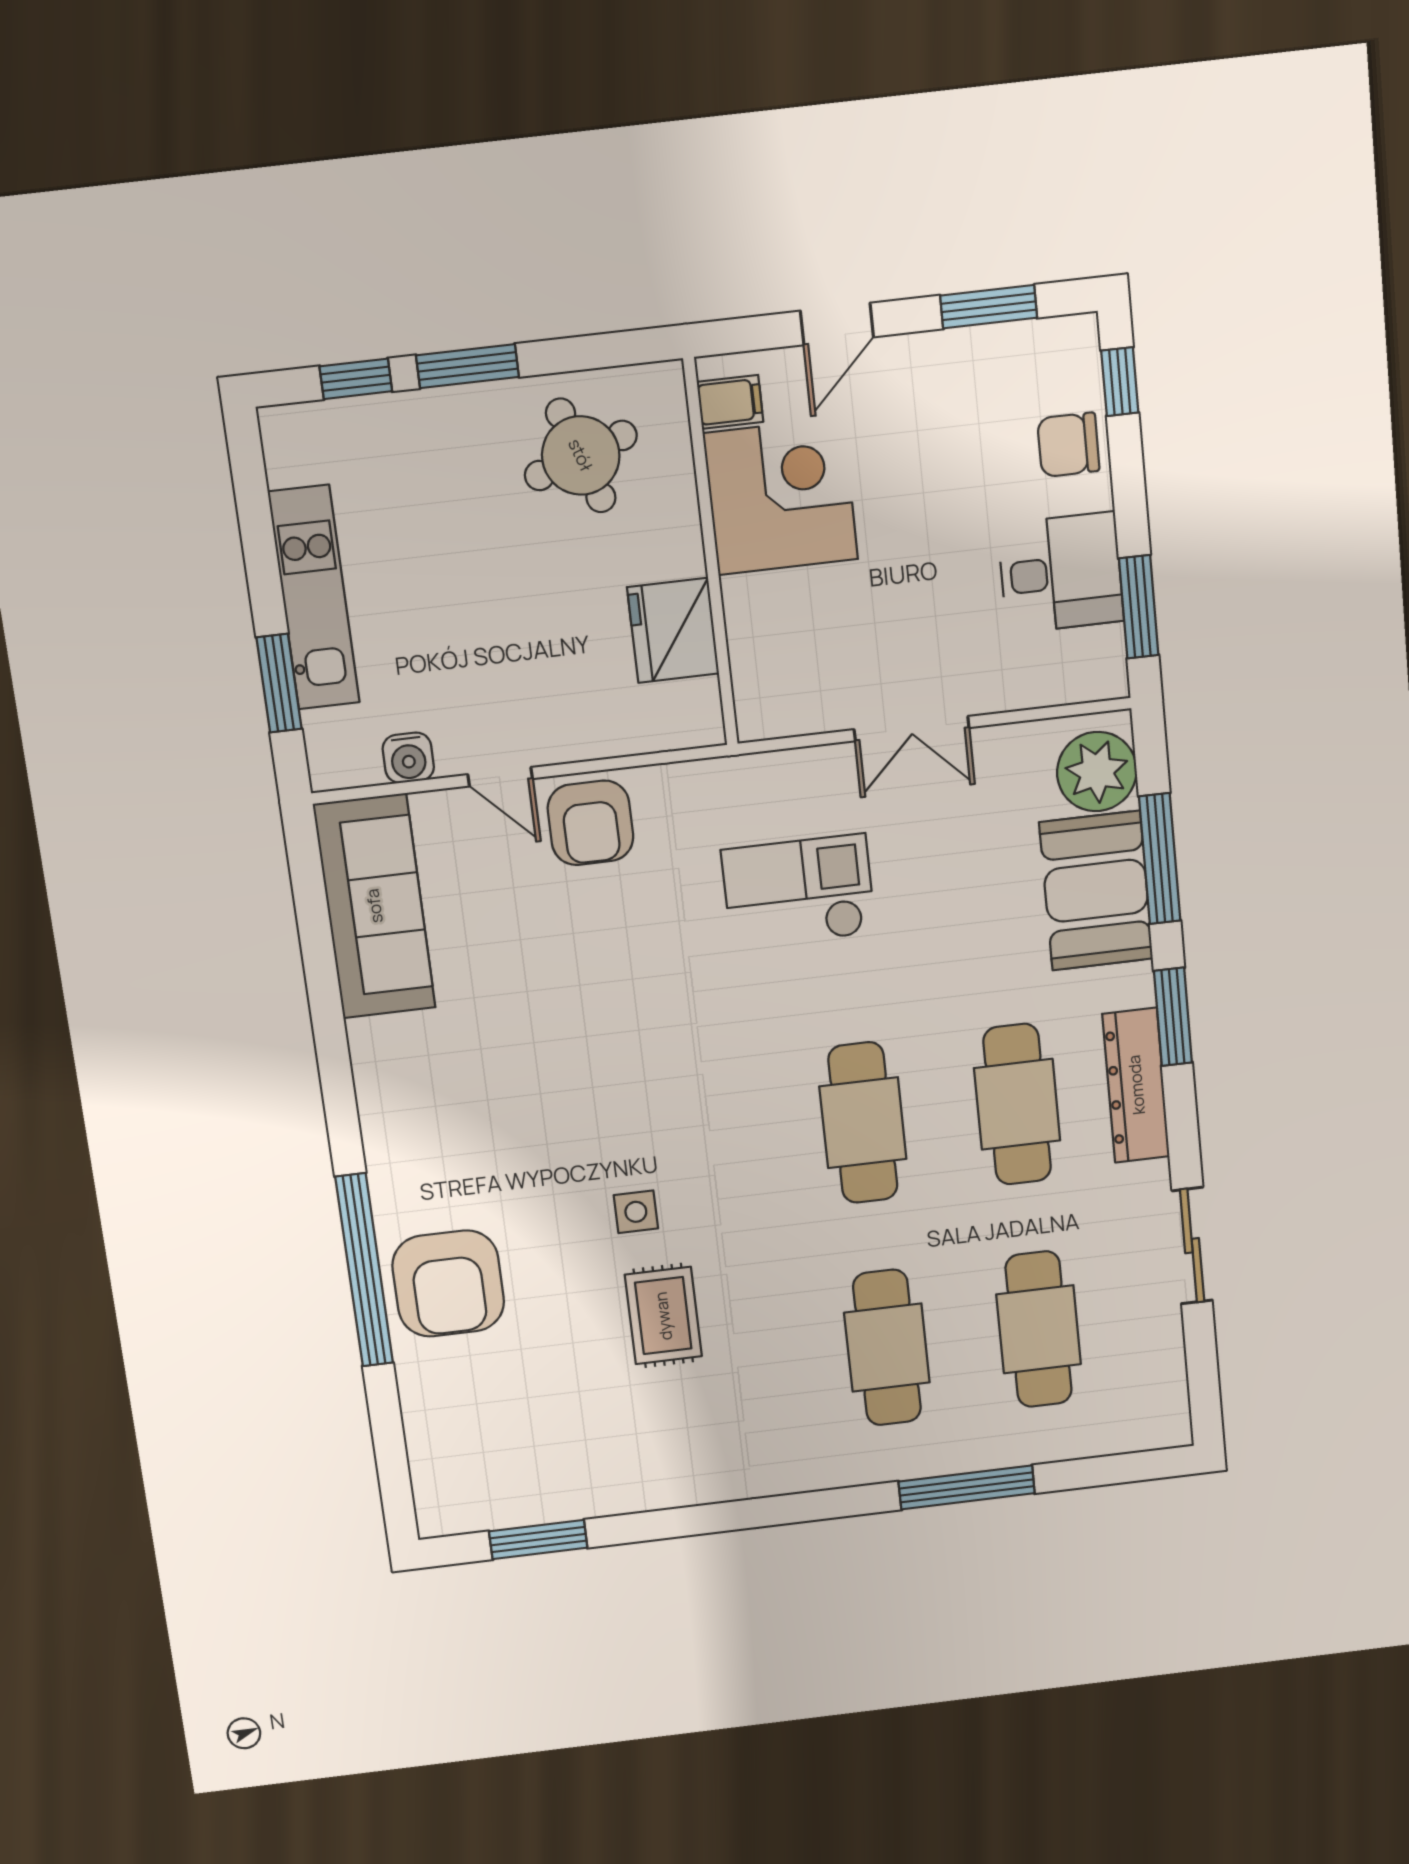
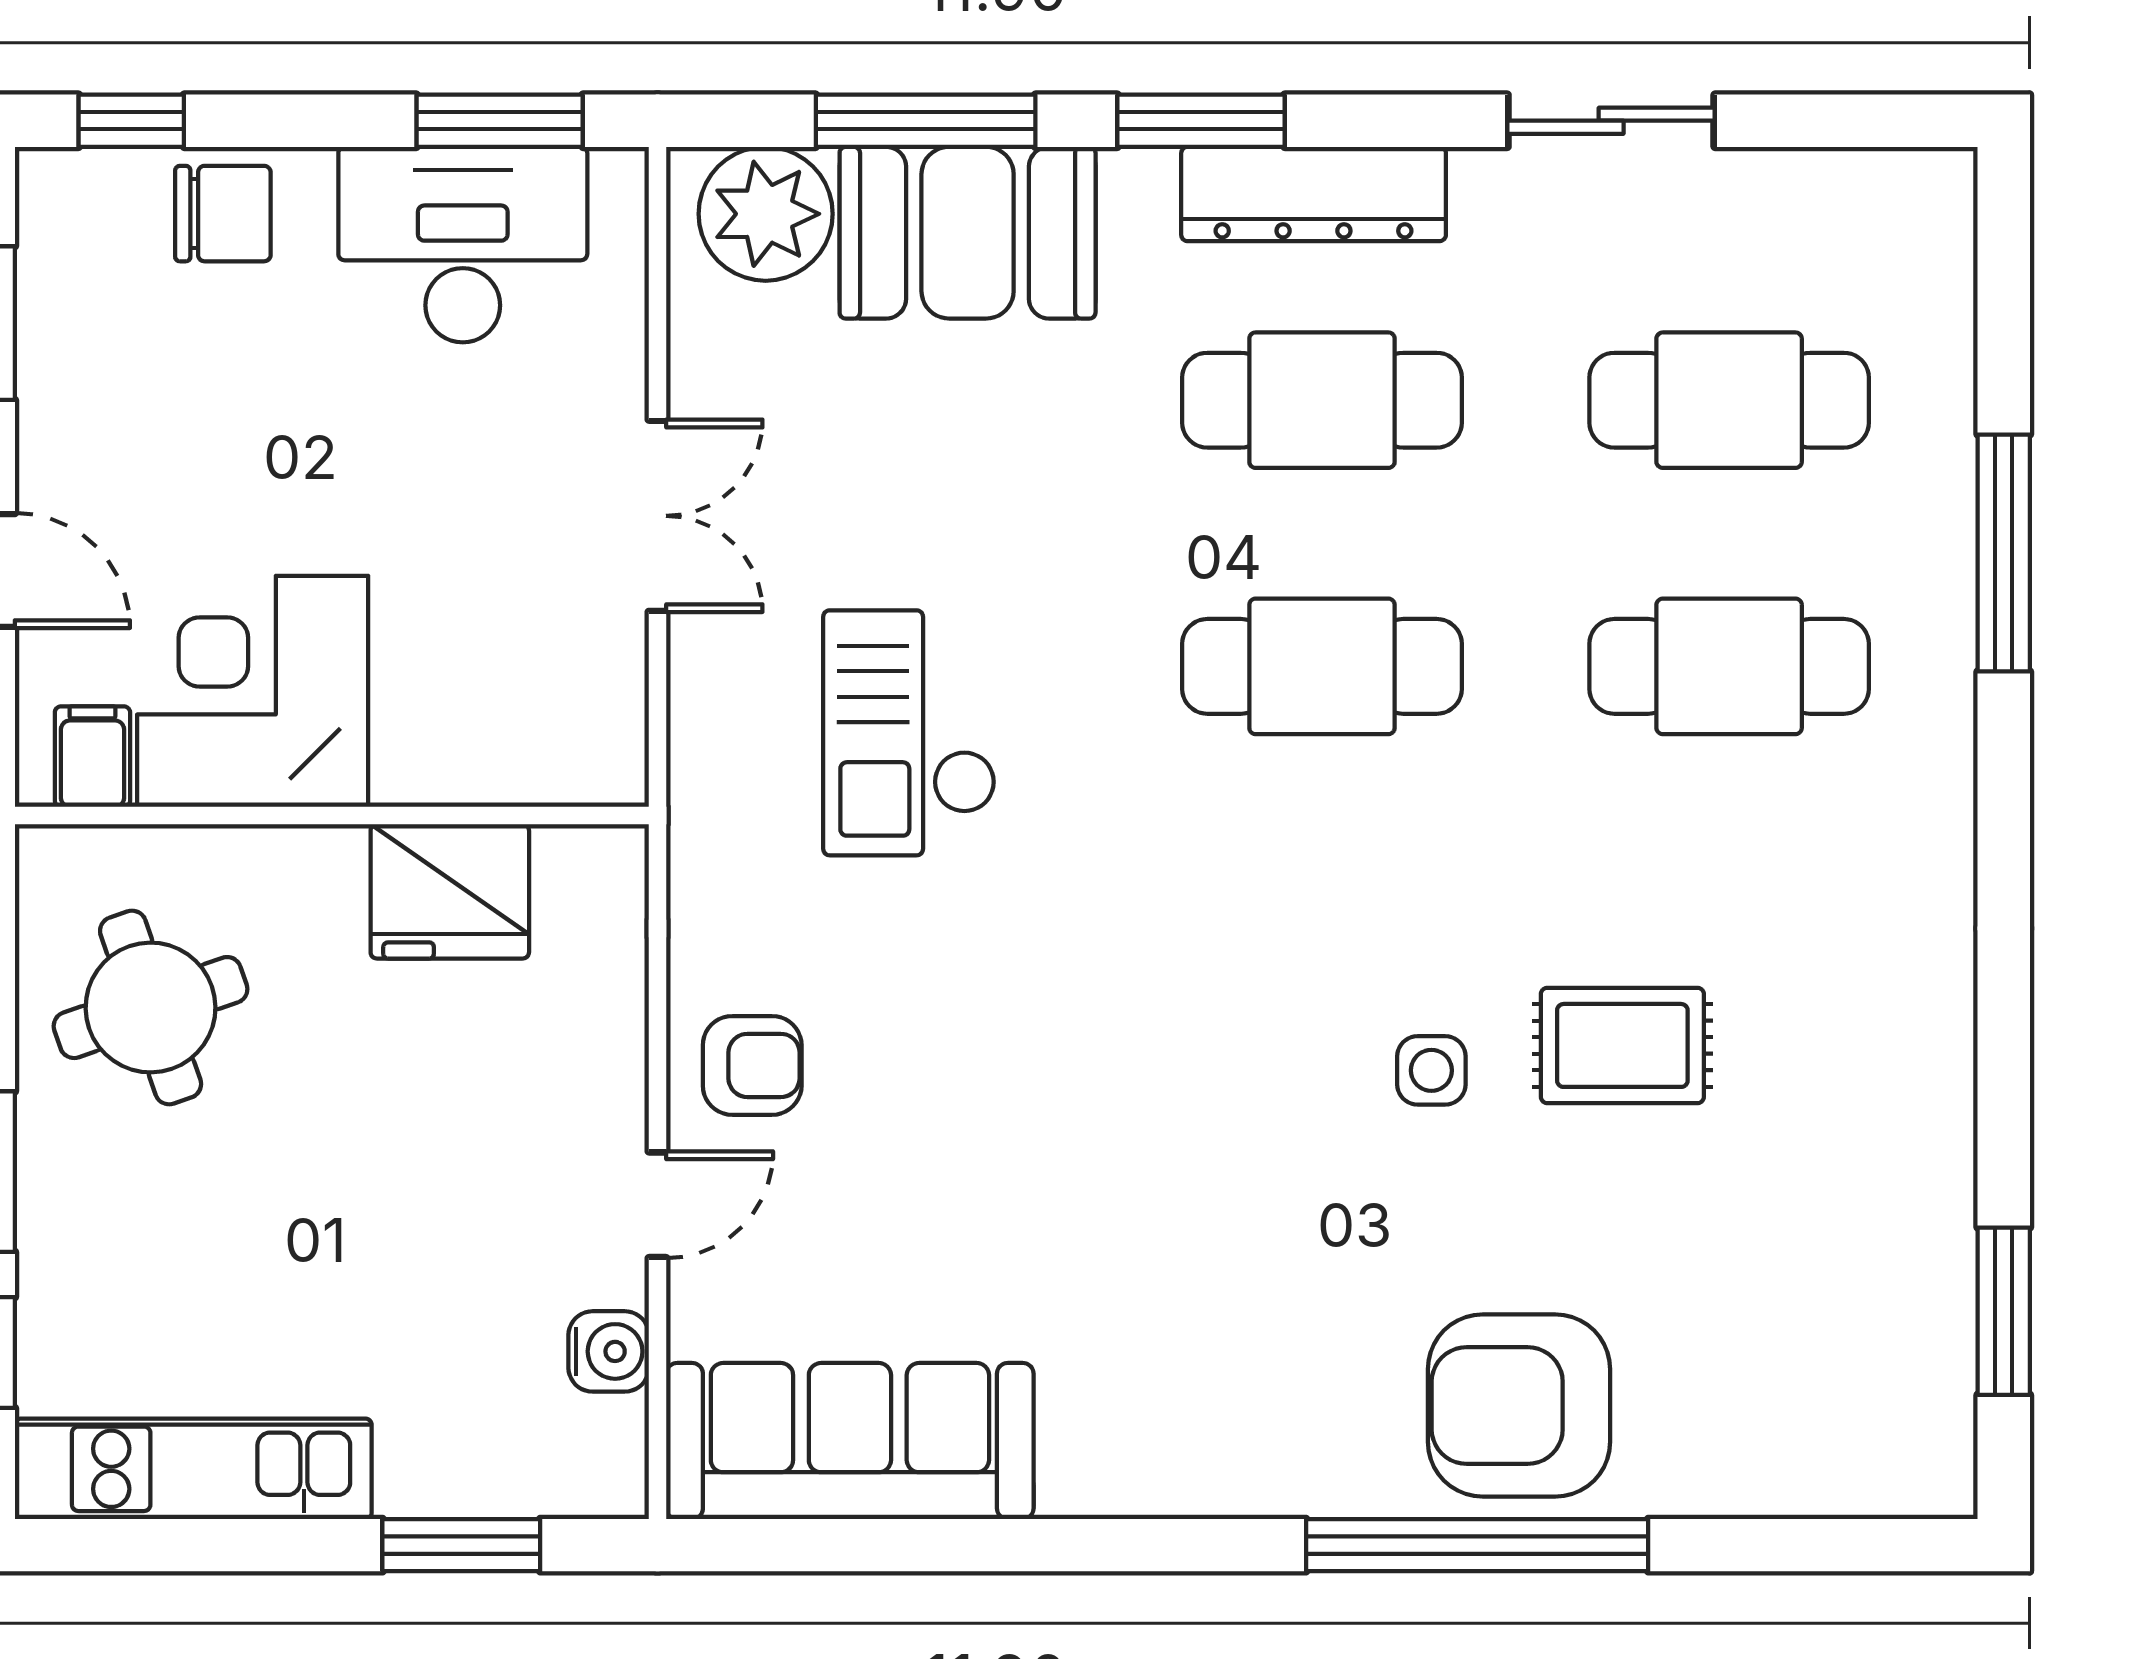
chair: (1068, 445) -> (223, 214), turned -90
desk: (1061, 573) -> (463, 245), width x1.37
kitchen unit: (314, 598) -> (193, 1469), moved
armchair: (590, 823) -> (752, 1065), width x0.72, depth x0.72
armchair: (448, 1284) -> (1519, 1406), turned 180

